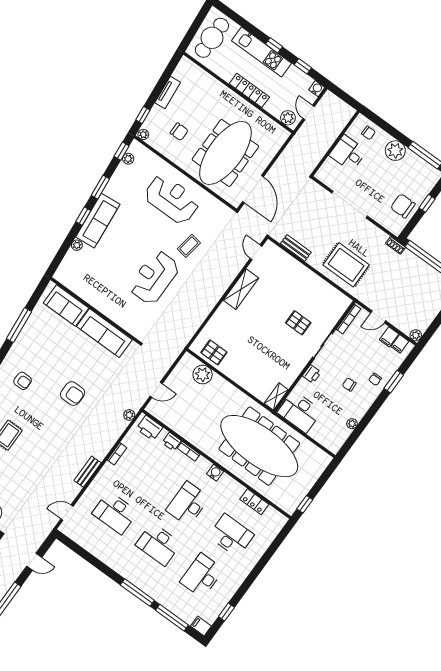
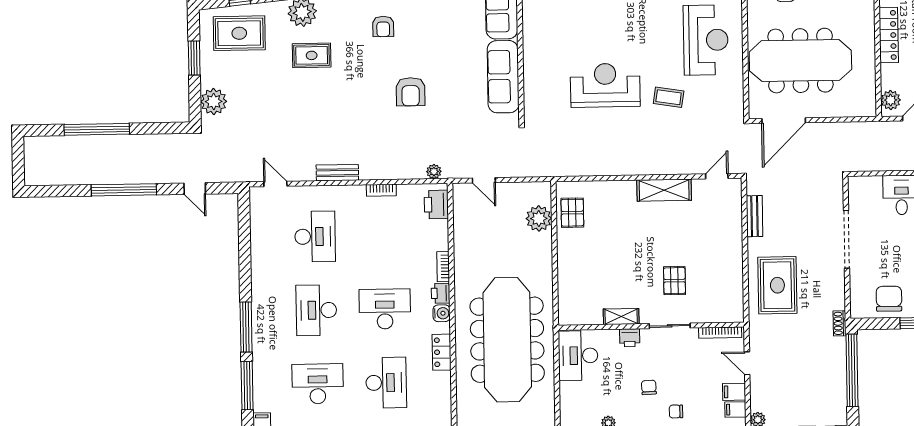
shelving: (276, 397) -> (621, 317), moved
printer: (172, 442) -> (441, 293), moved
locker: (254, 502) -> (442, 352), moved
desk: (115, 513) -> (315, 237), turned 180

